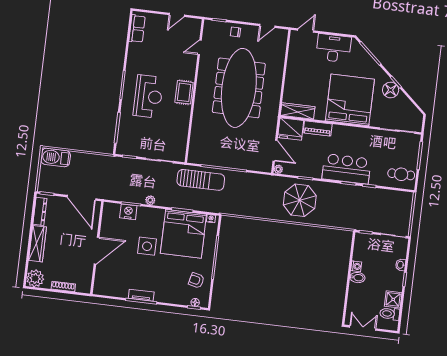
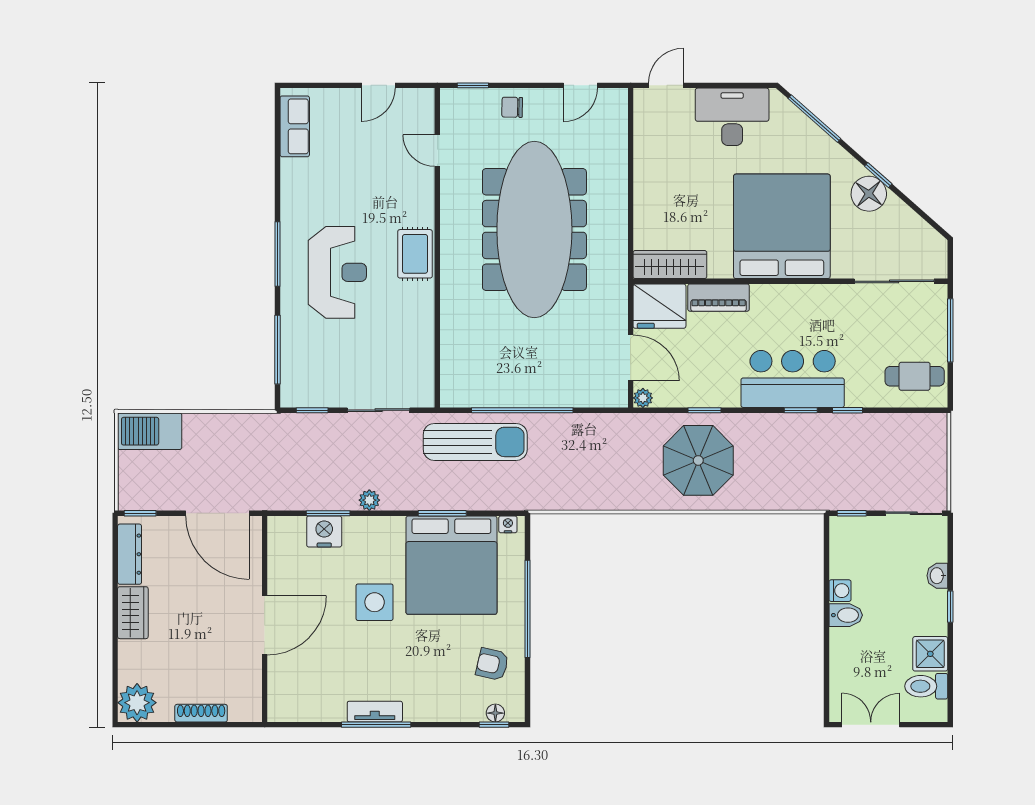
door: (200, 47) -> (437, 151), hinge flipped
wardrobe: (37, 244) -> (133, 613), width x0.67

